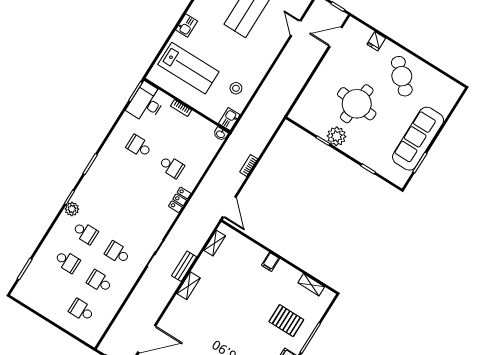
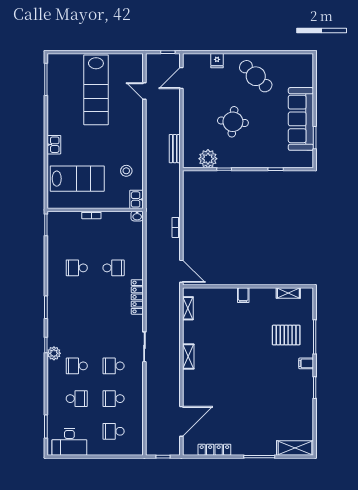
desk: (147, 103) -> (69, 442), moved, turned -90
round table: (357, 104) -> (233, 122), width x0.73, depth x0.73
plant: (337, 136) -> (208, 159), moved
locker: (180, 200) -> (137, 297), width x1.53
school desk: (85, 233) -> (77, 366), turned 180
bench: (184, 266) -> (175, 149), moved

